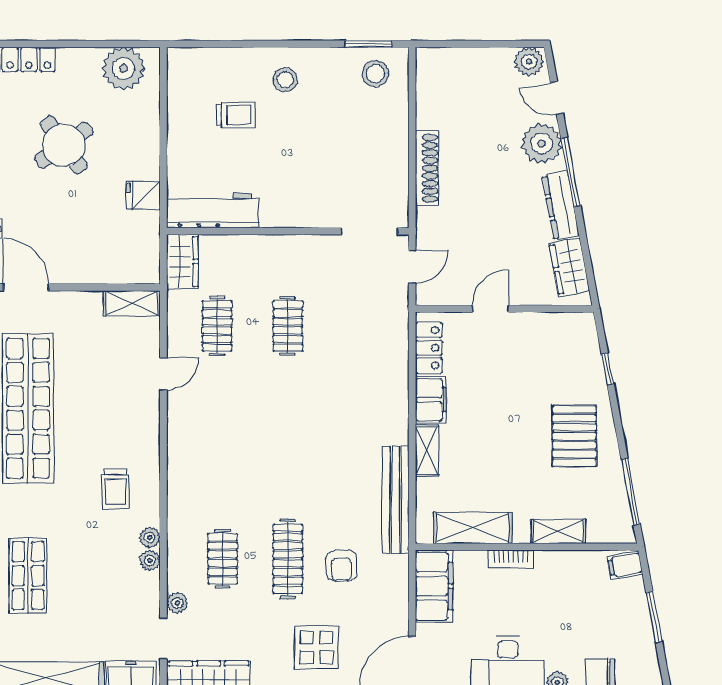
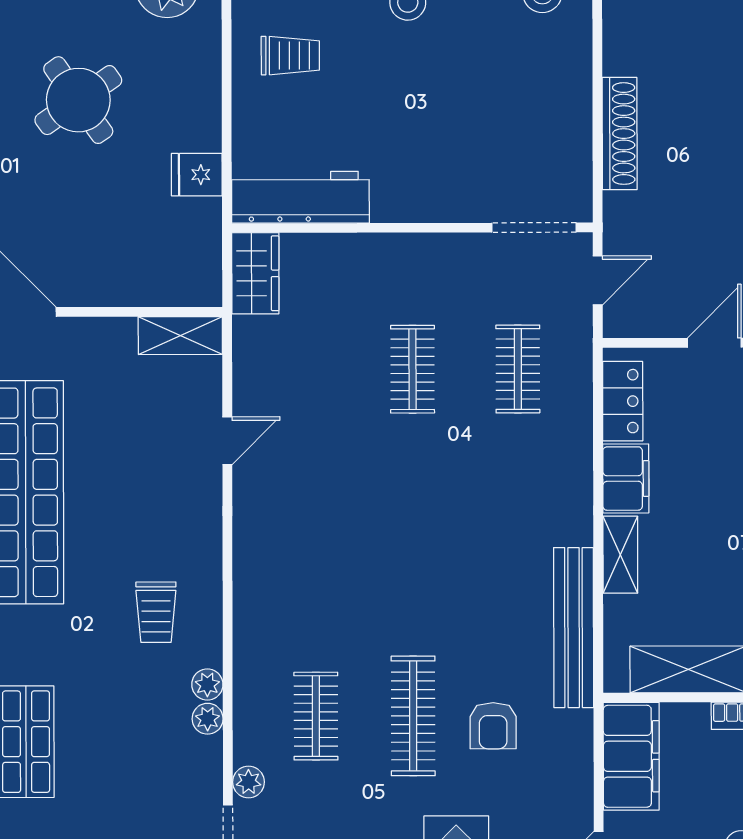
trolley: (236, 115) -> (290, 55), moved
clothes rail: (217, 326) -> (518, 369), moved

